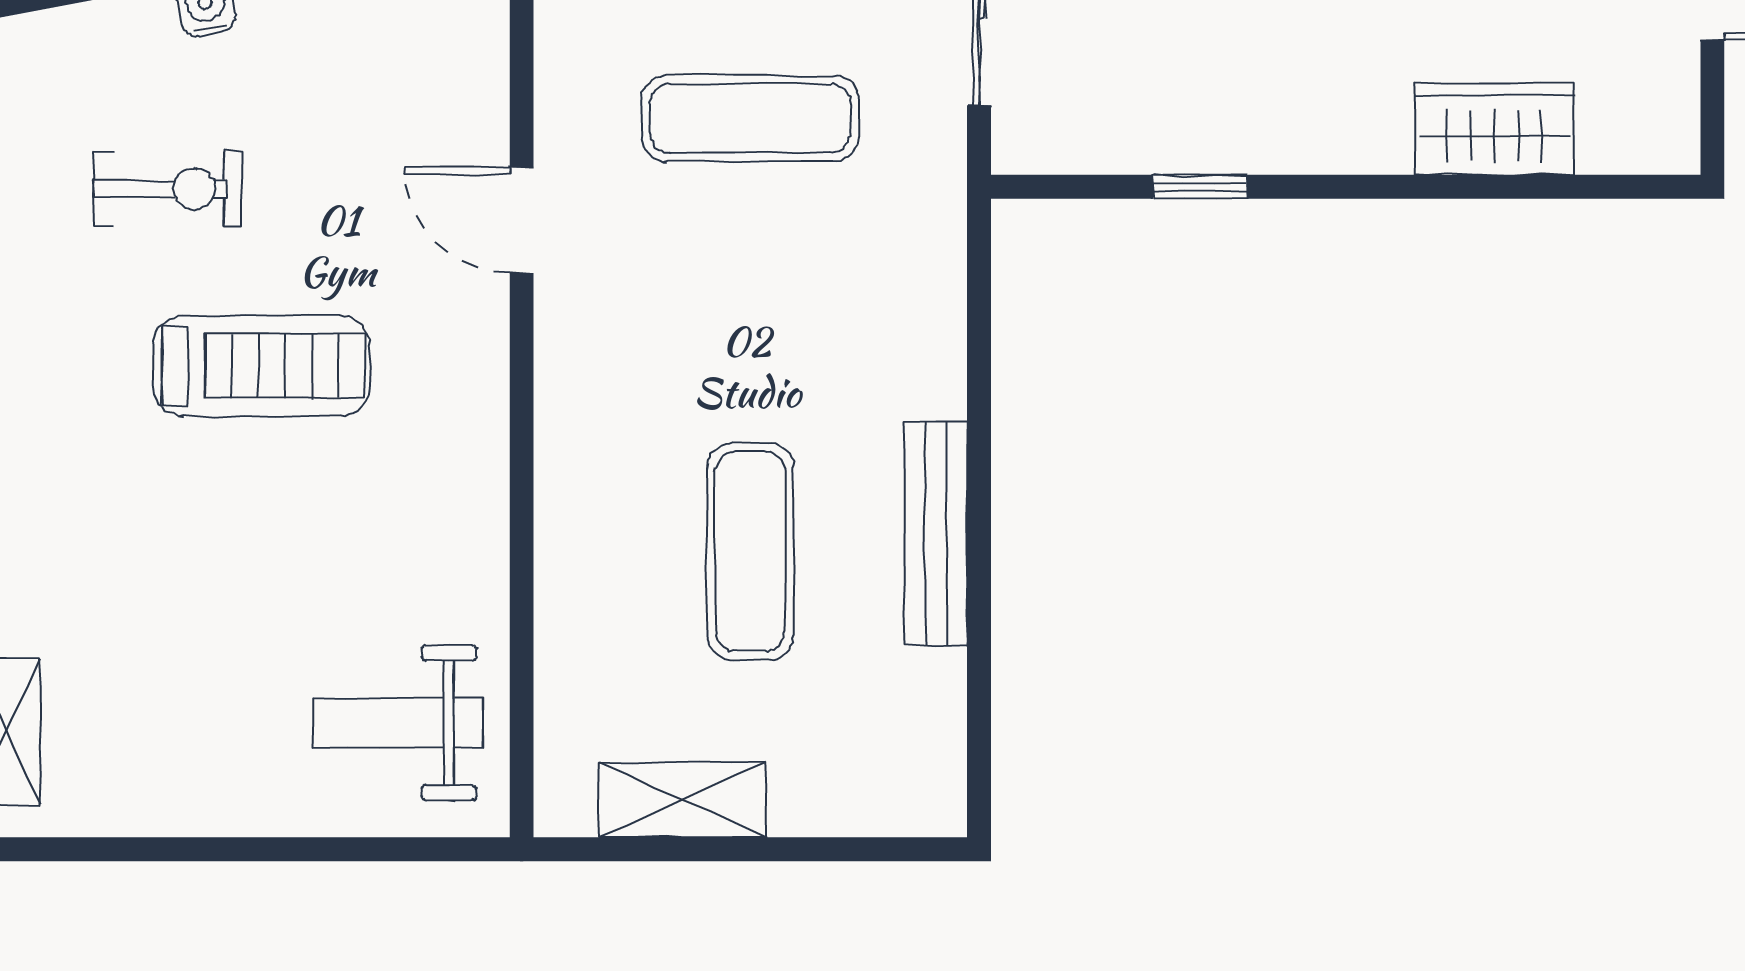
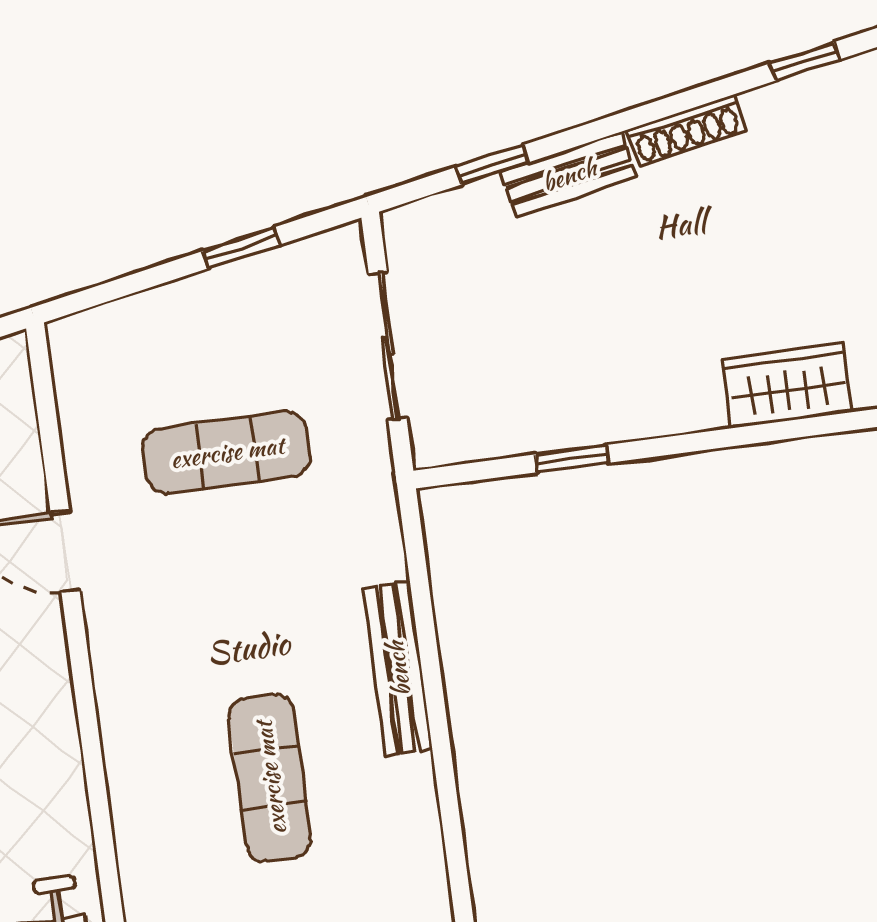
bench: (936, 534) -> (398, 669), moved

